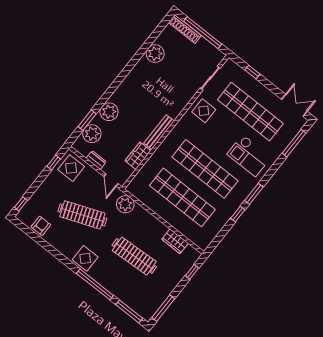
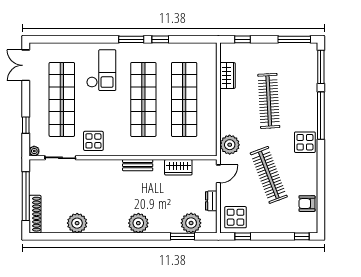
plant: (229, 64) -> (34, 151), added
plant: (109, 112) -> (138, 223), moved
bench: (159, 132) -> (138, 165), width x0.73
window: (294, 143) -> (59, 39), removed

